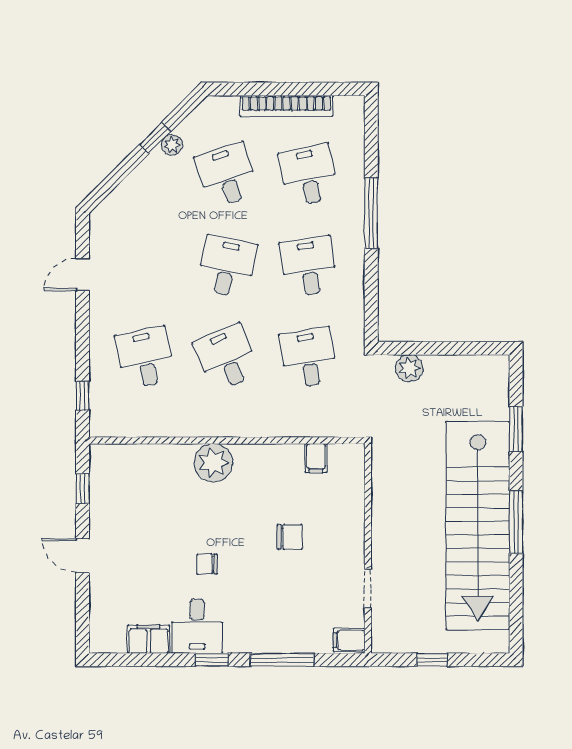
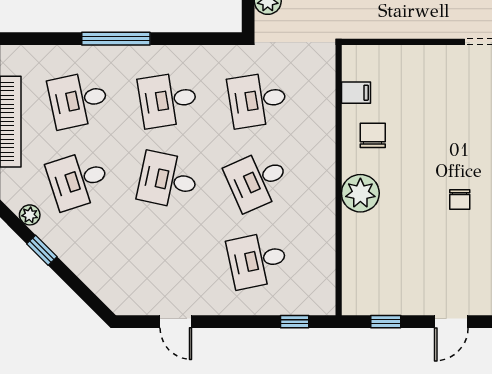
plant: (172, 145) -> (30, 215), moved
chair: (290, 537) -> (373, 135), moved

